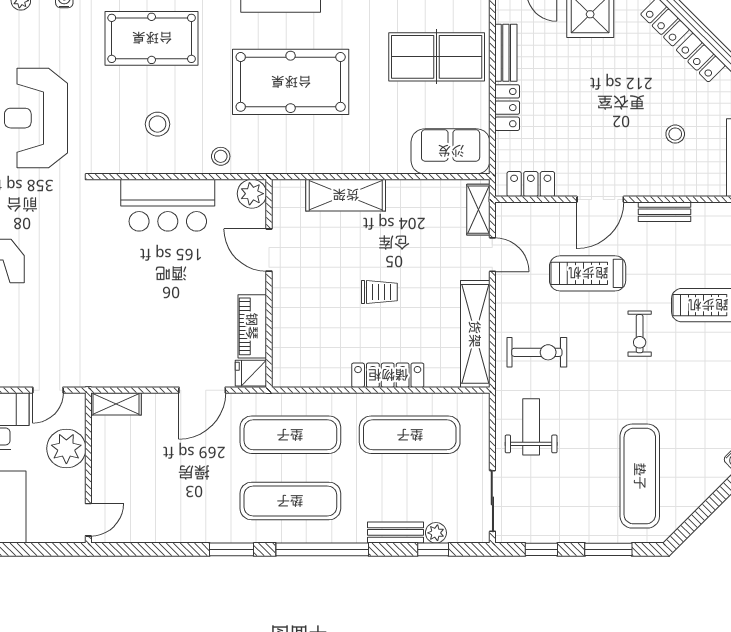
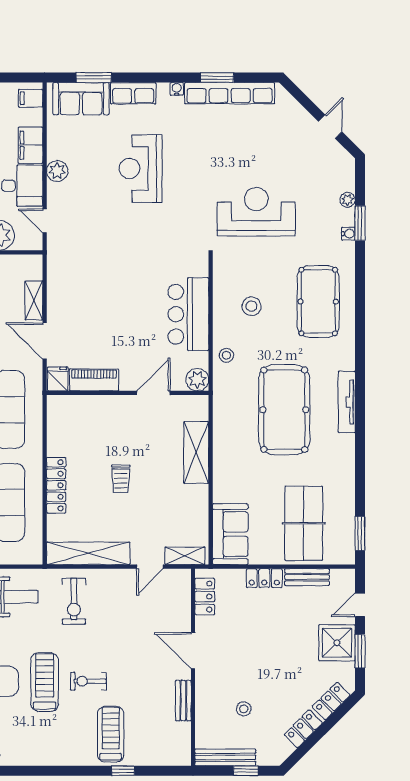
treadmill: (588, 273) -> (45, 682), moved
shelving: (116, 404) -> (34, 300), moved

